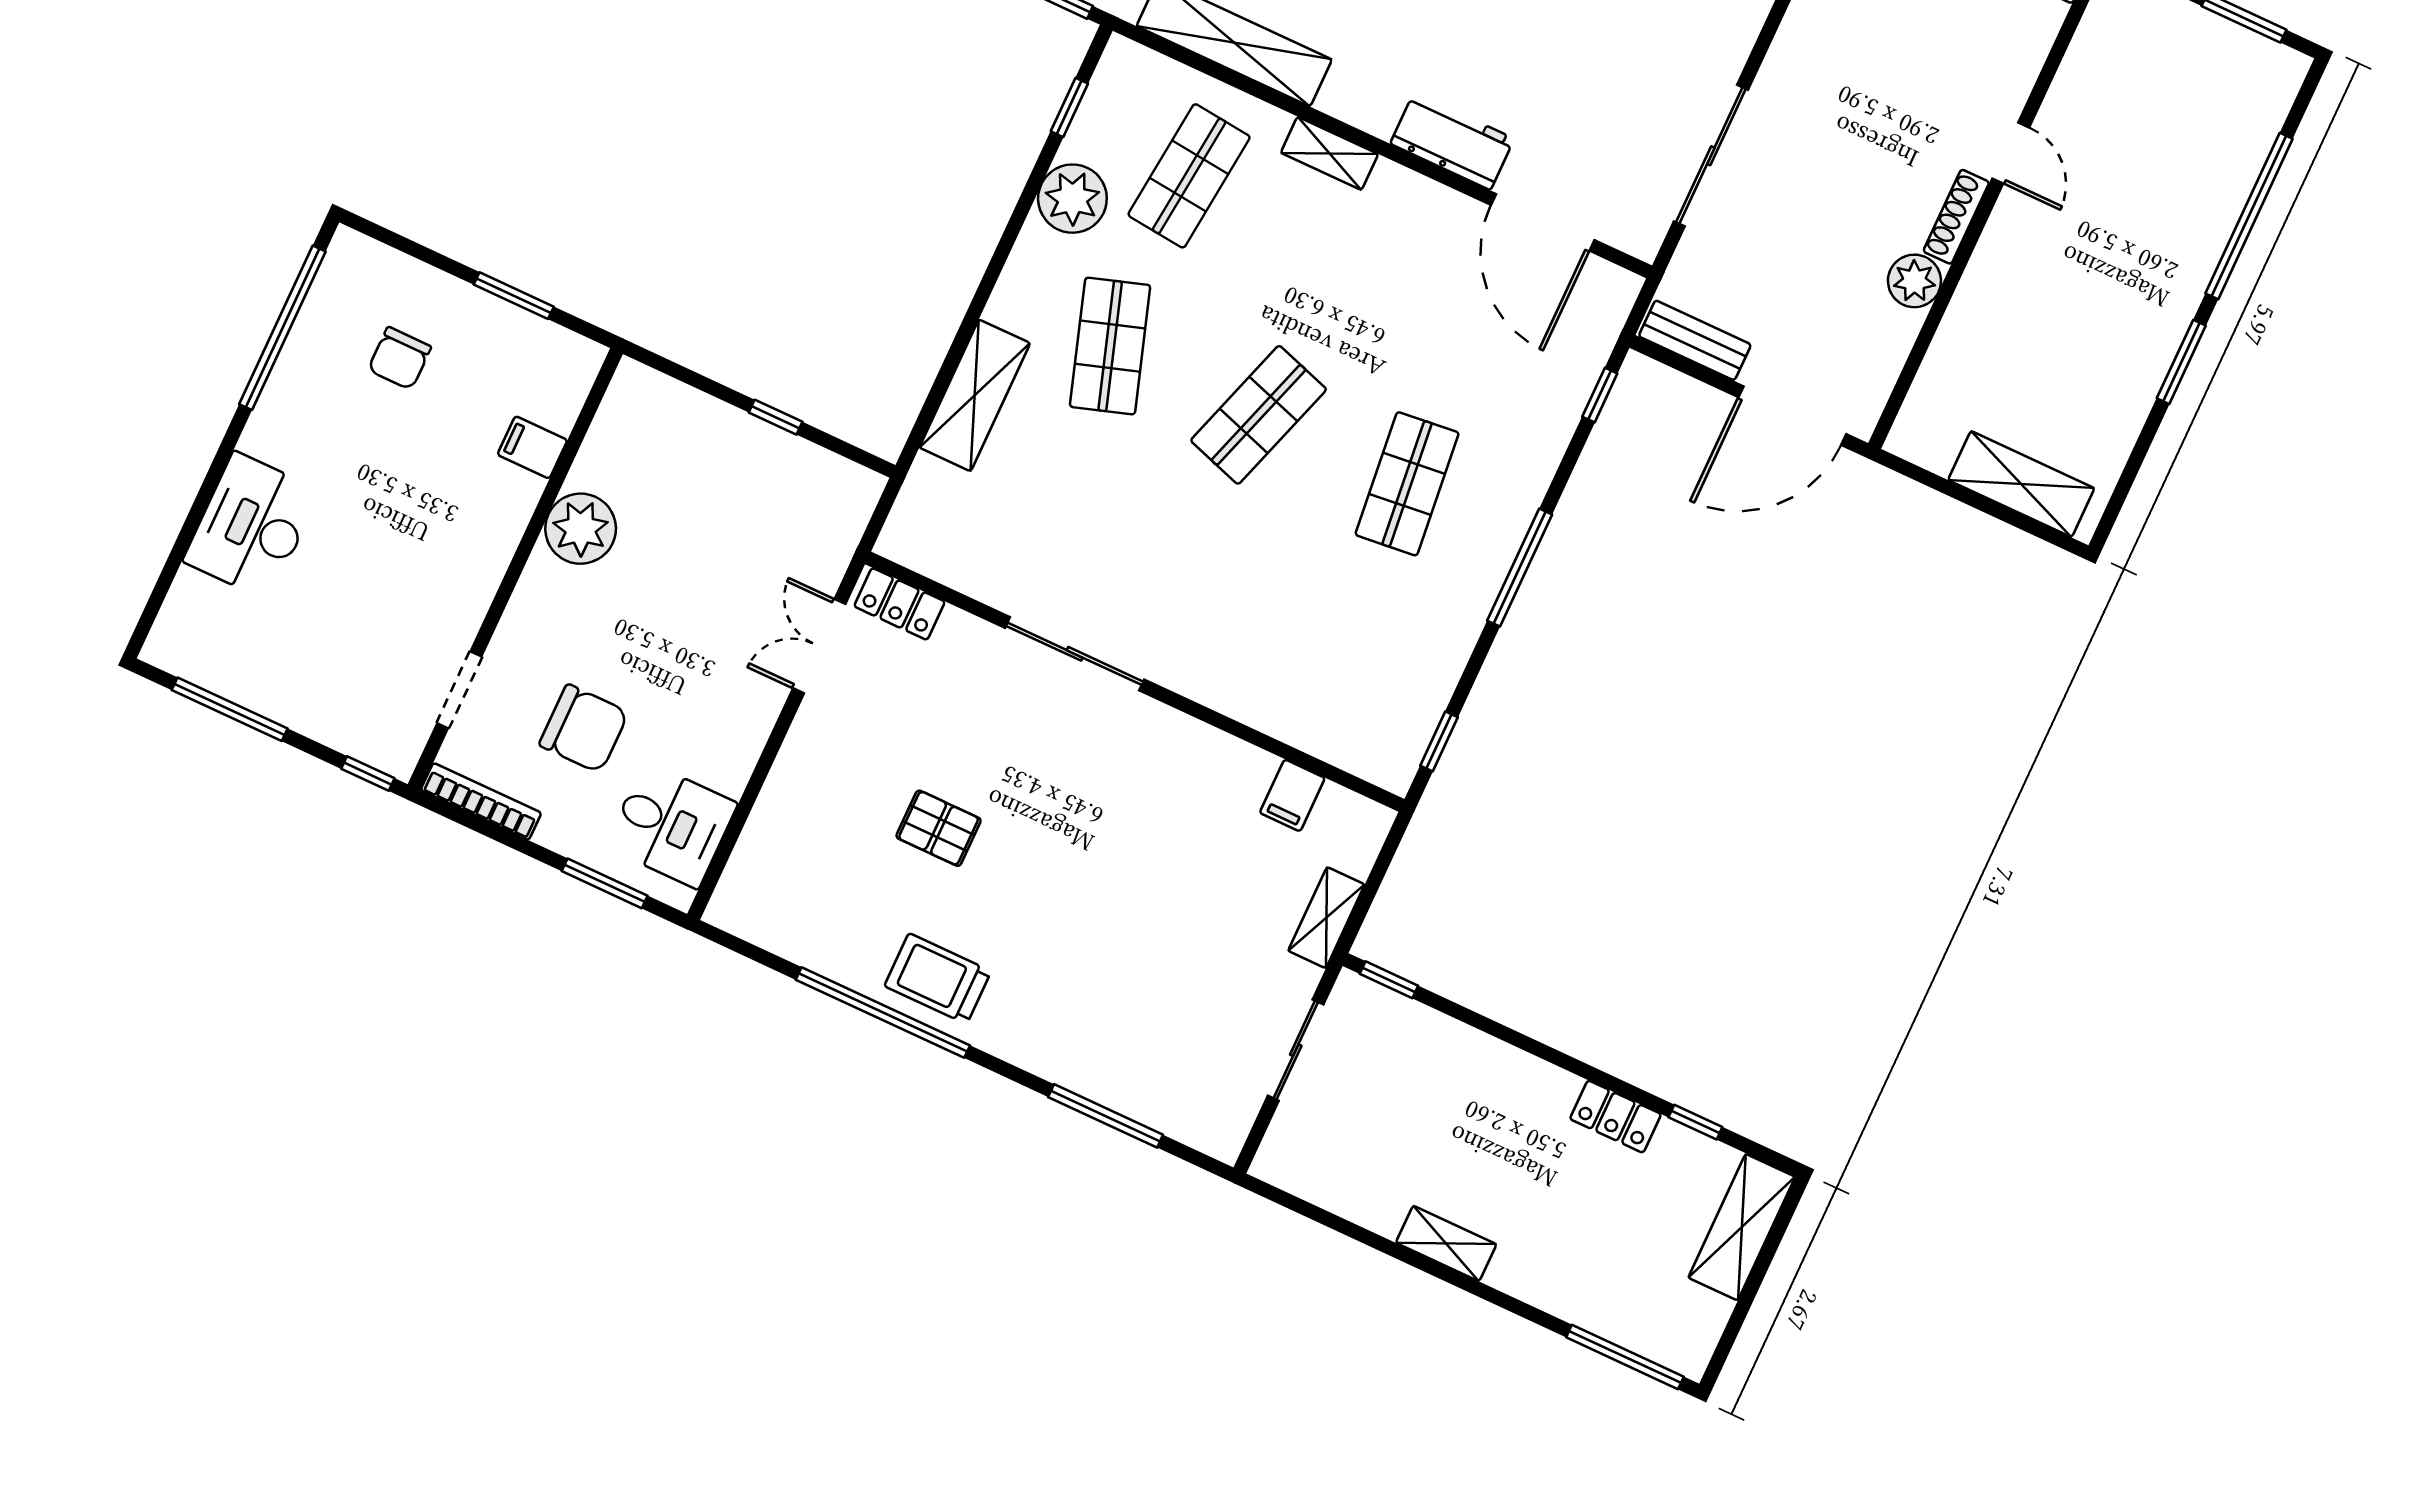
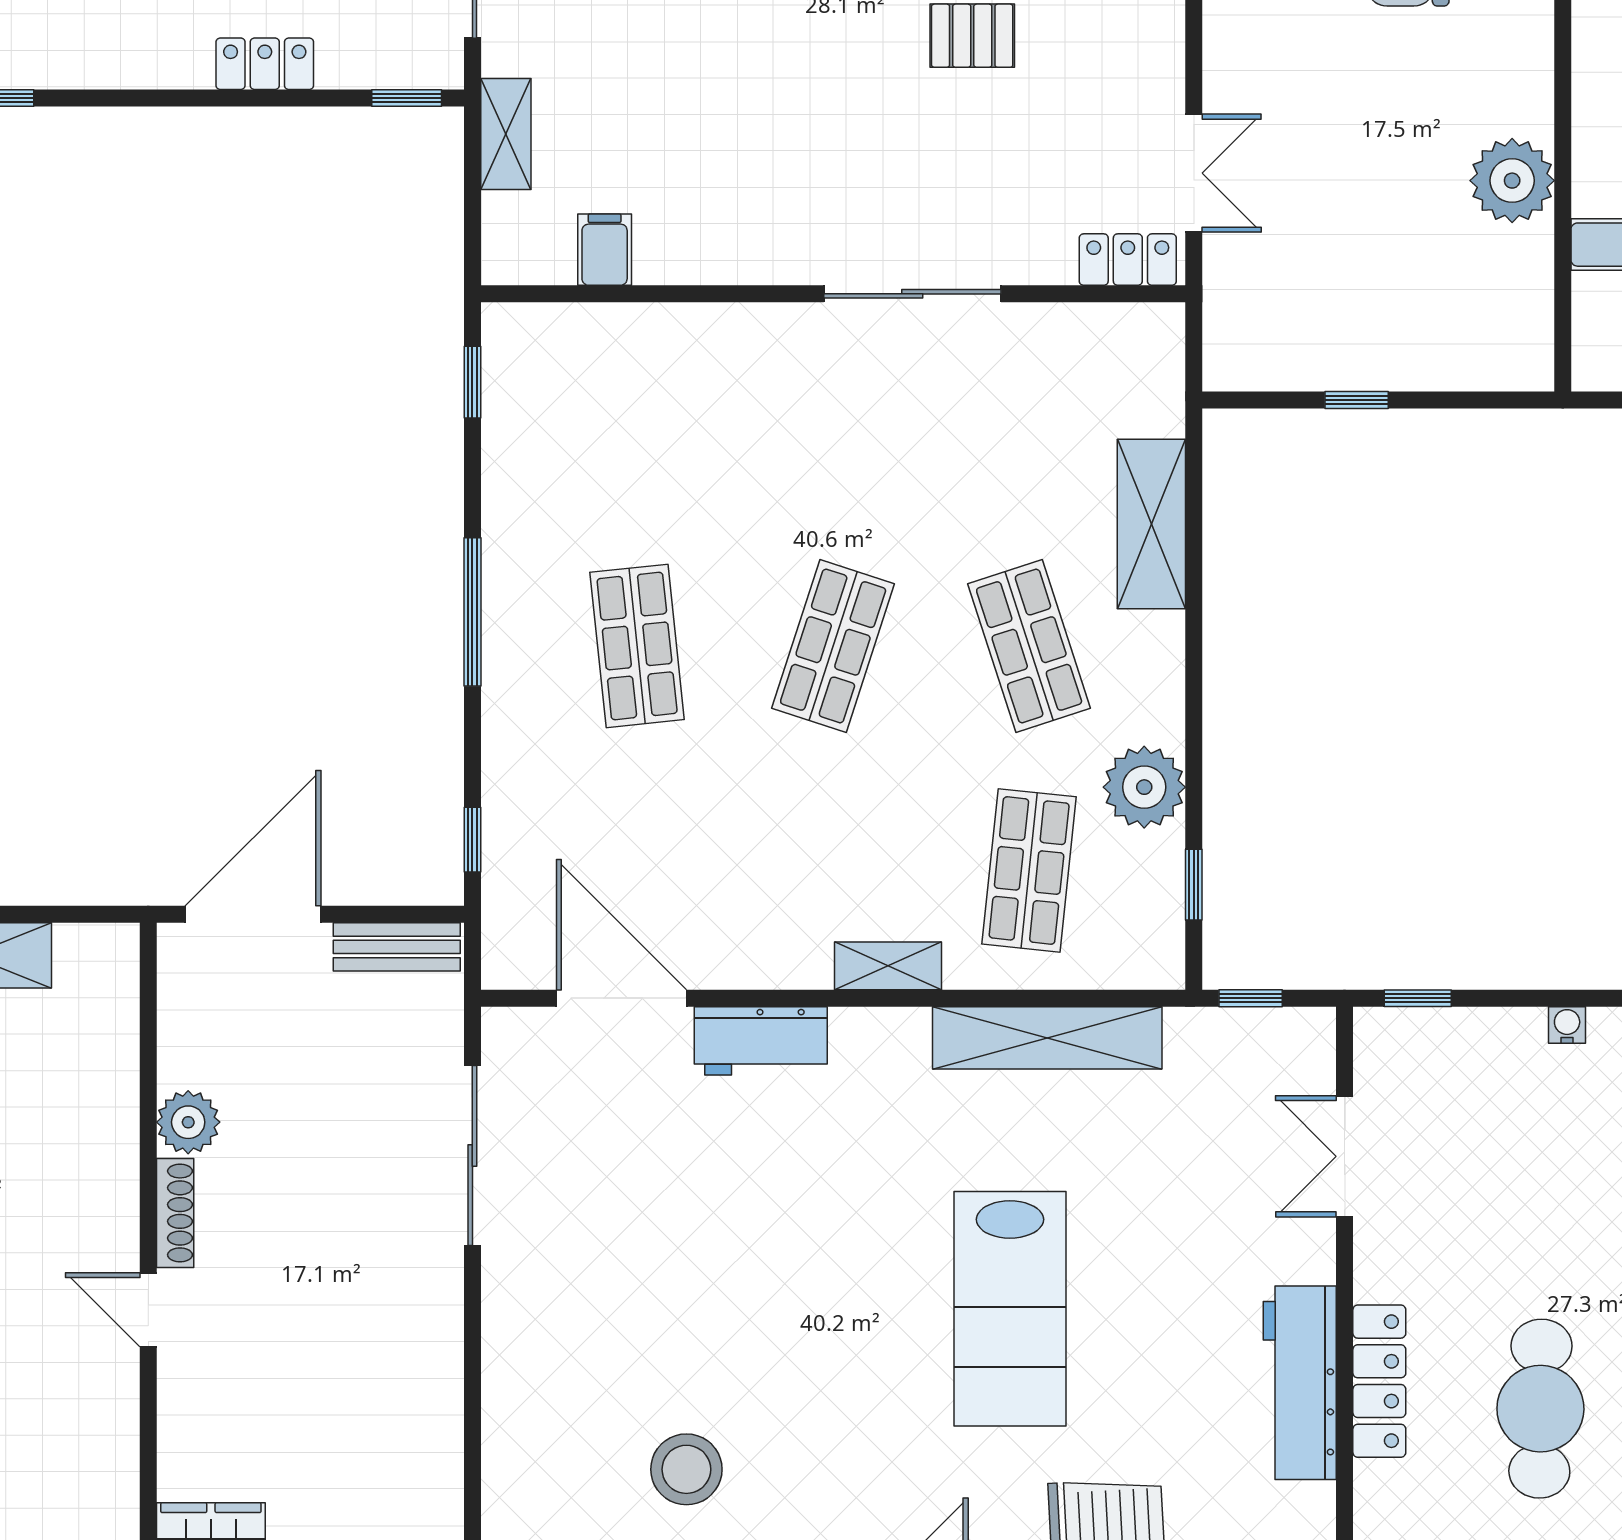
locker: (1615, 1117) -> (265, 64), moved

